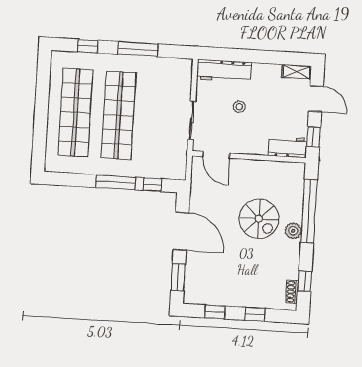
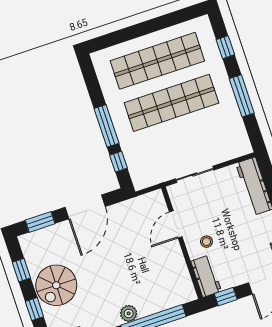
stool: (239, 107) -> (206, 242), moved
door: (216, 155) -> (176, 224), moved
spiral stairs: (259, 219) -> (56, 285), moved

